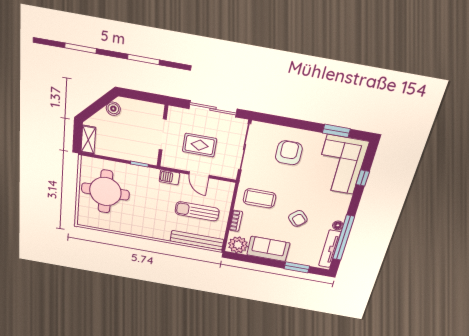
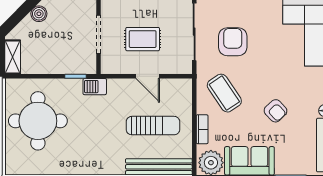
armchair: (289, 153) -> (233, 42), moved
barbecue: (169, 177) -> (95, 87), moved
coffee table: (259, 198) -> (224, 93), turned 56
sun lounger: (197, 211) -> (153, 126), turned 180

